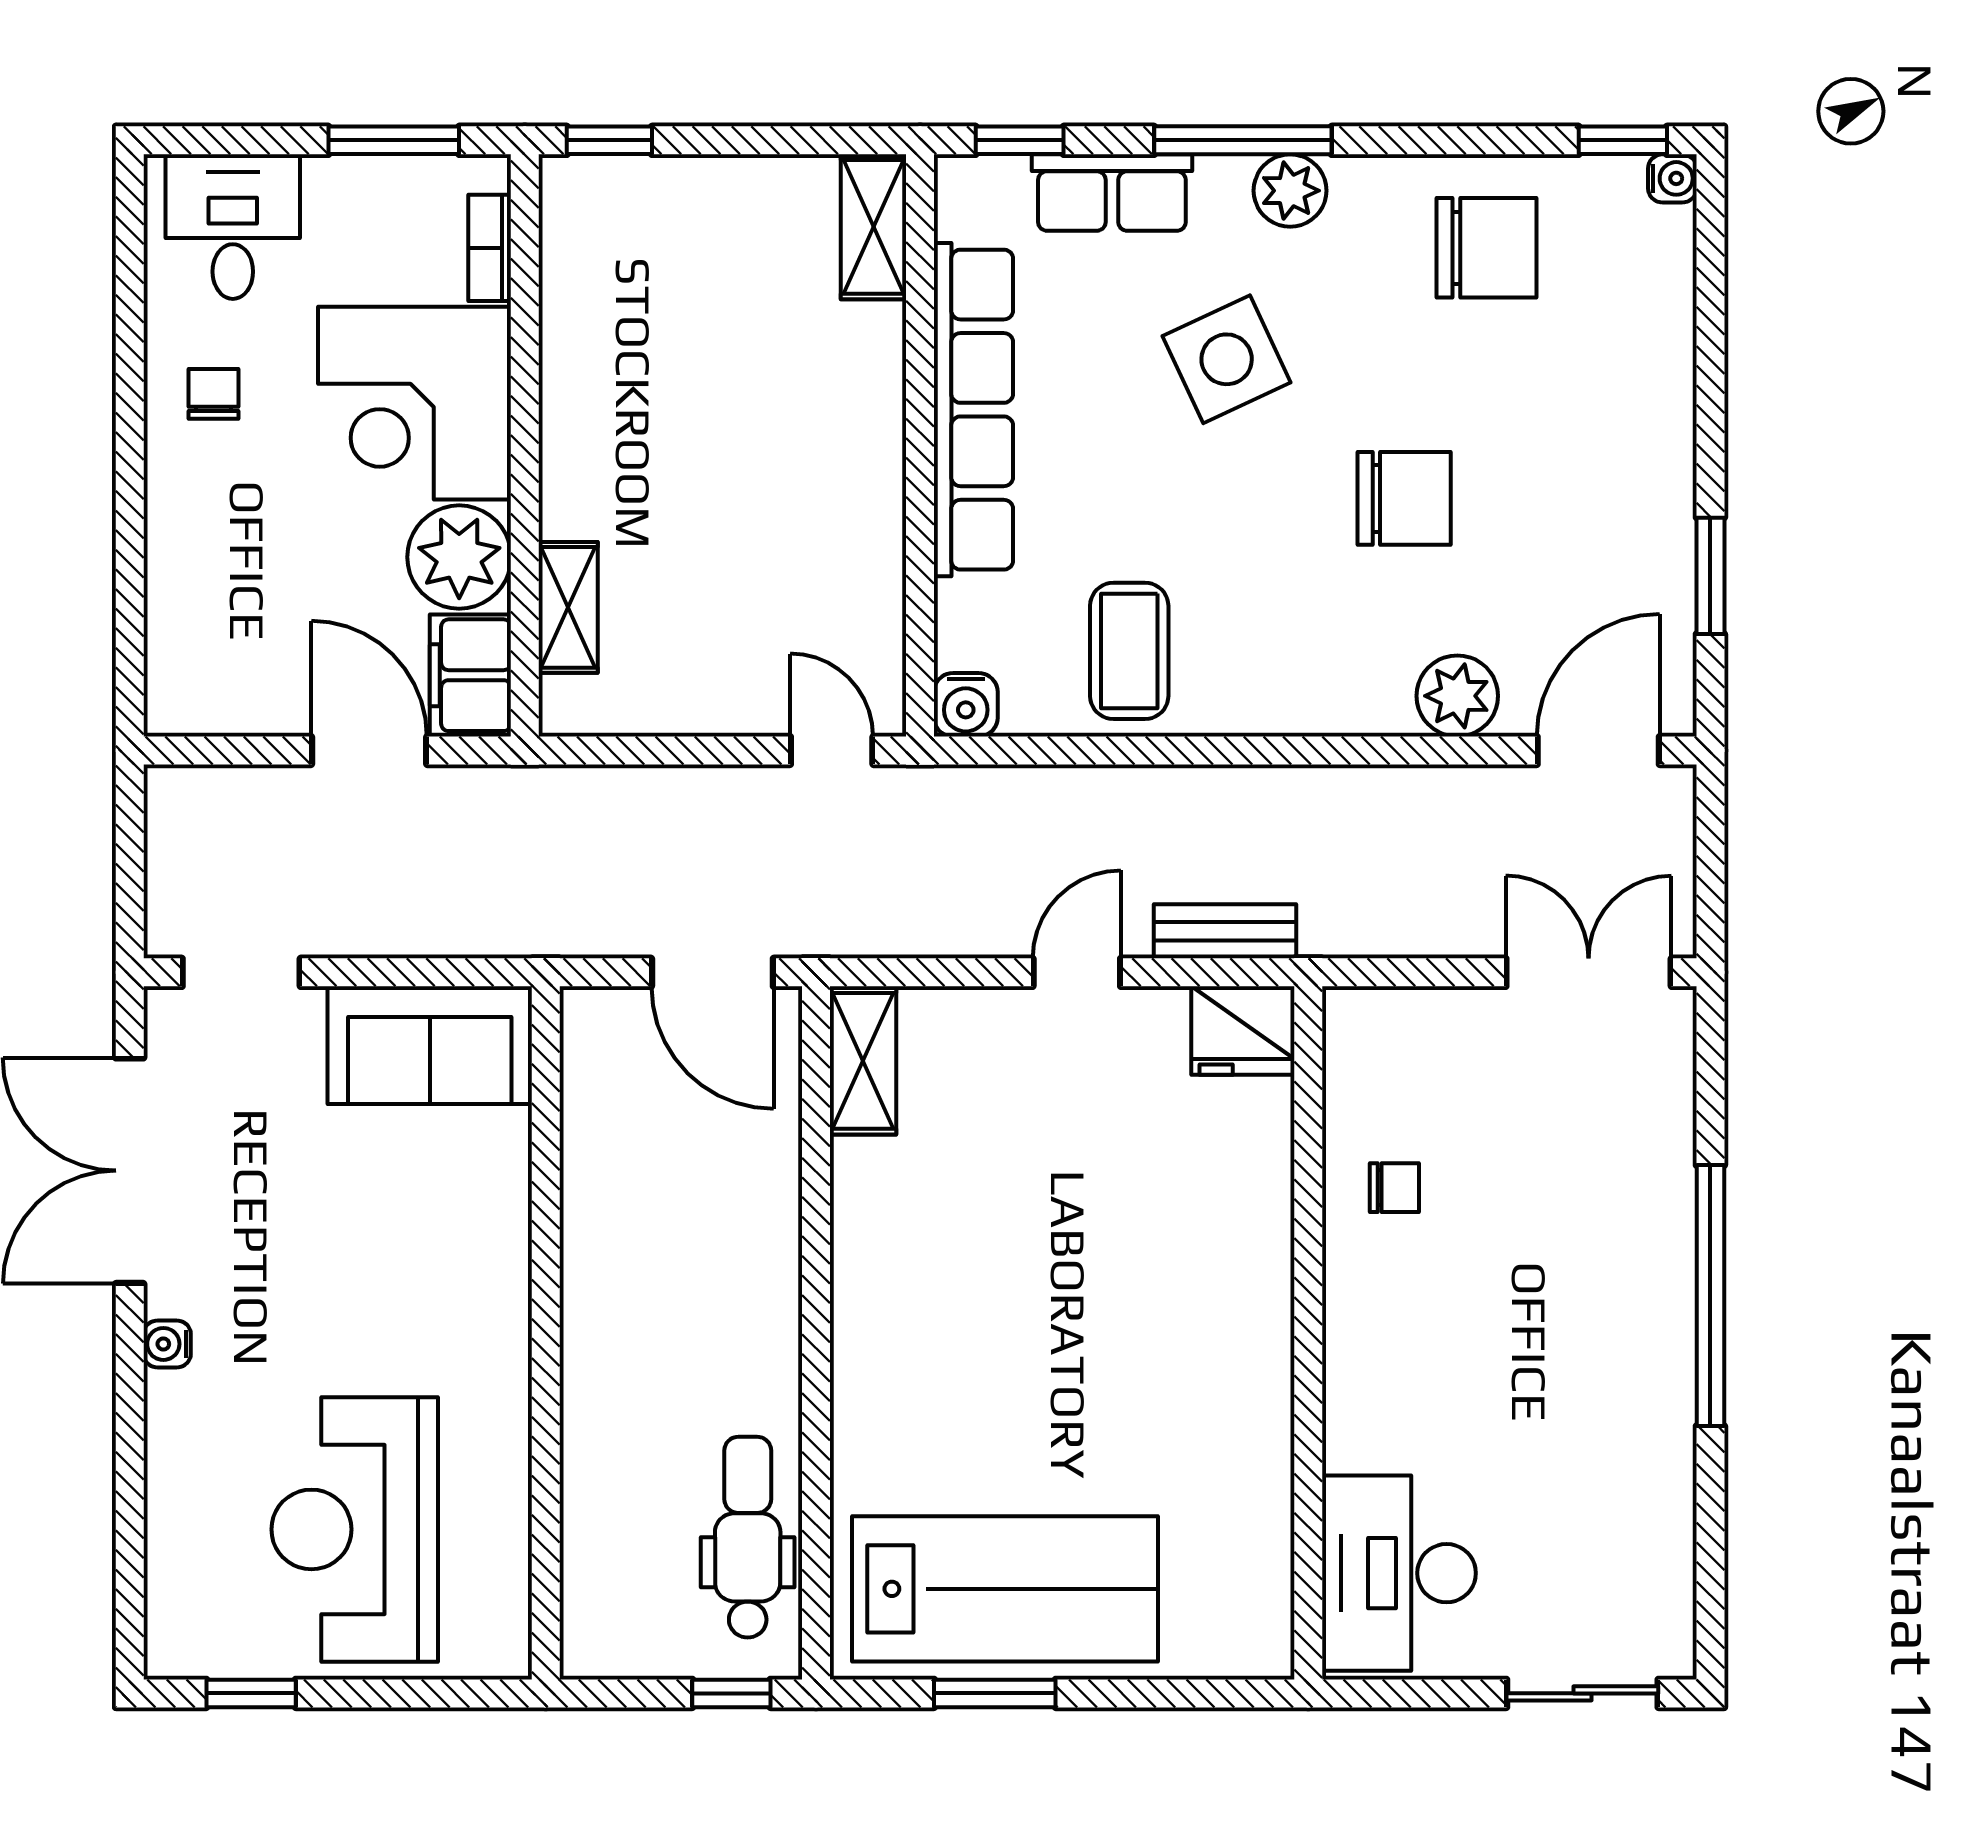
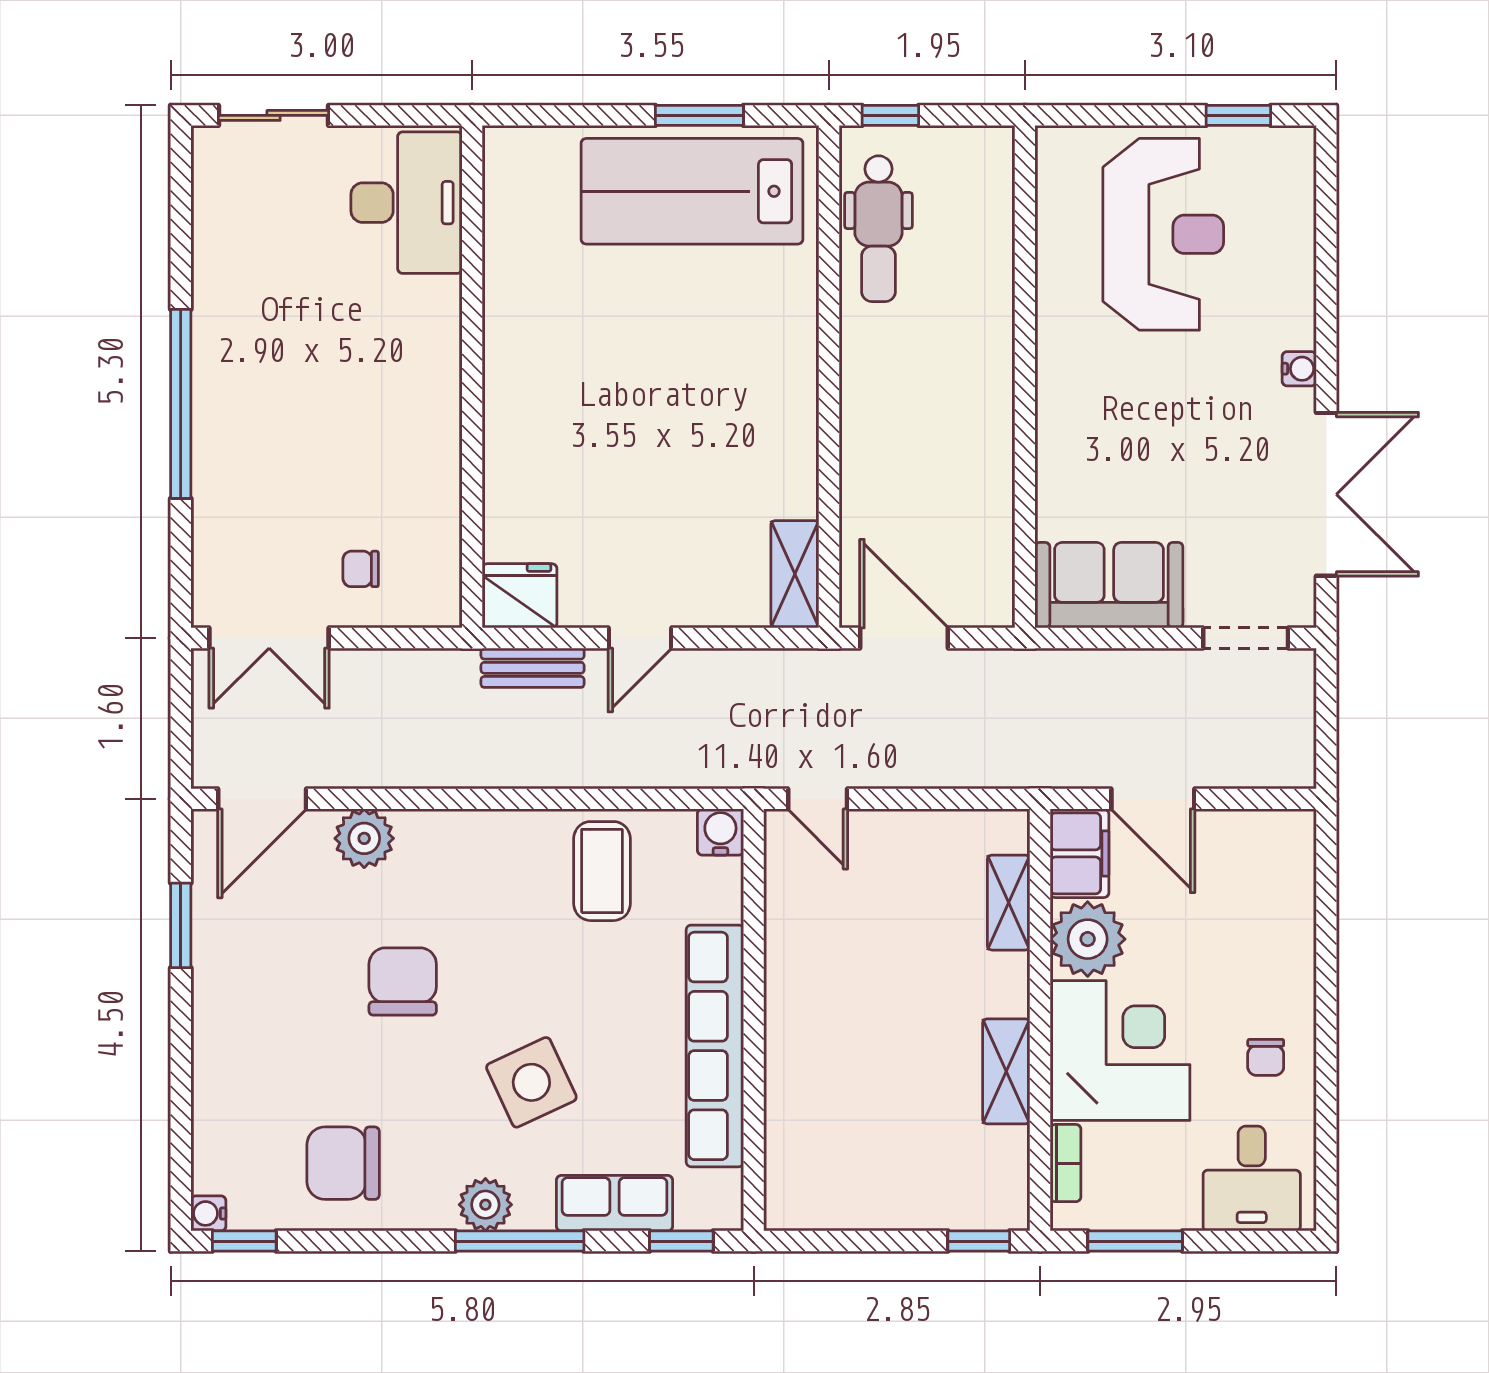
shelving: (874, 227) -> (1006, 1071), moved
chair: (1404, 498) -> (403, 981), turned 90
chair: (1394, 1188) -> (361, 569), moved

